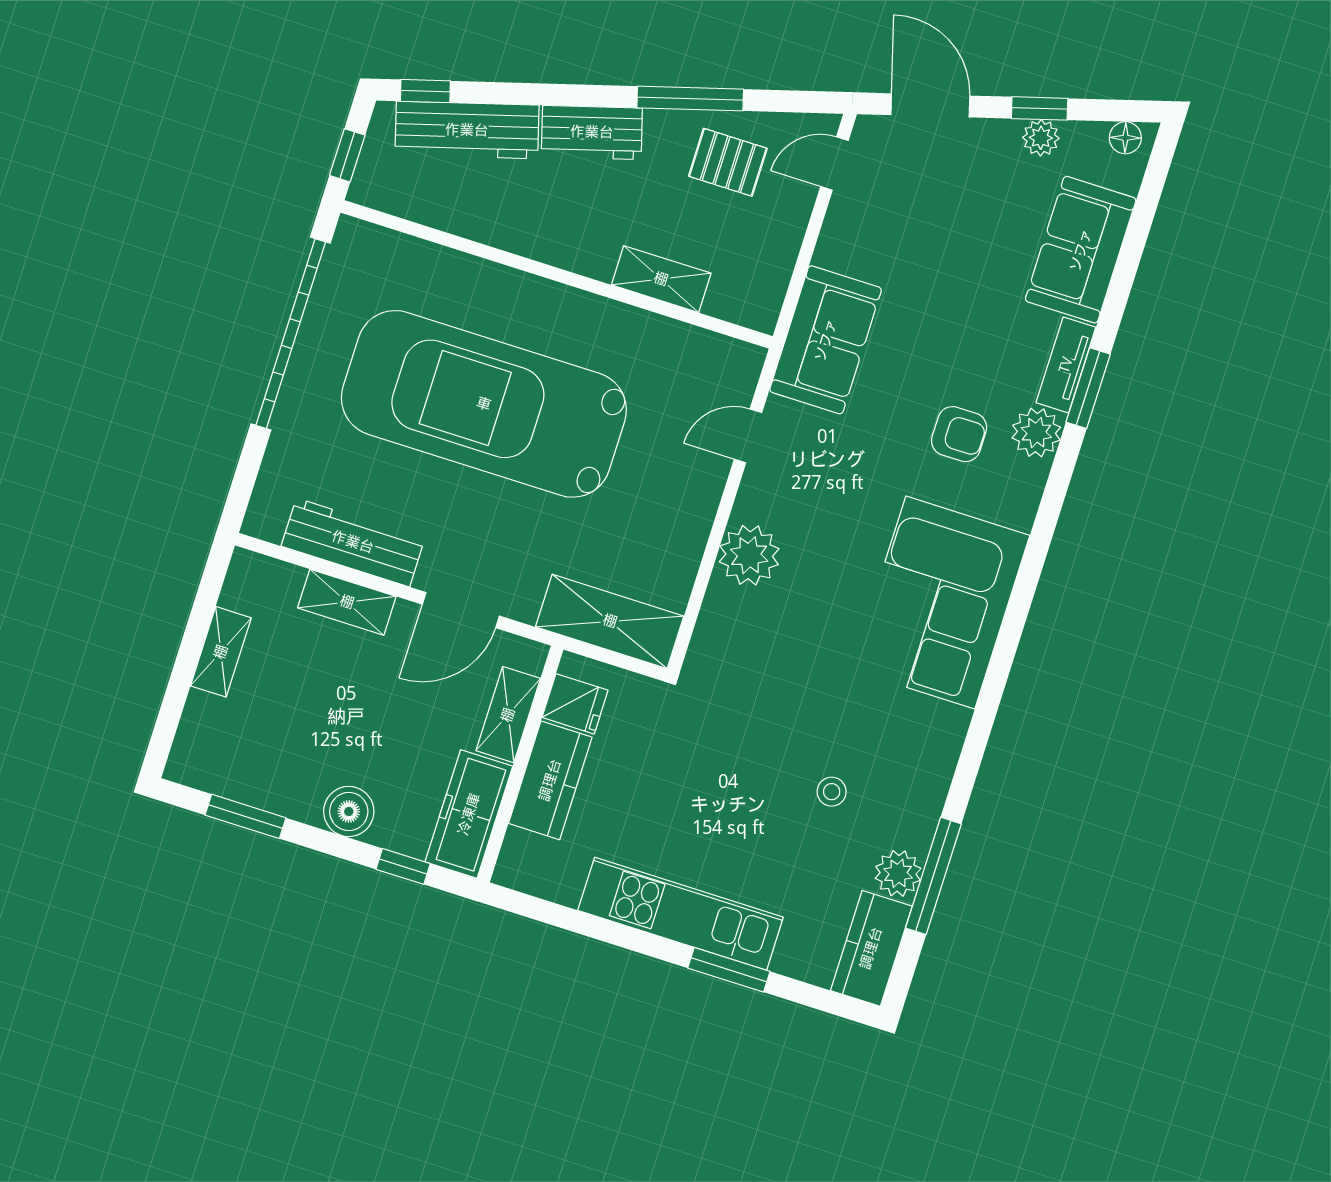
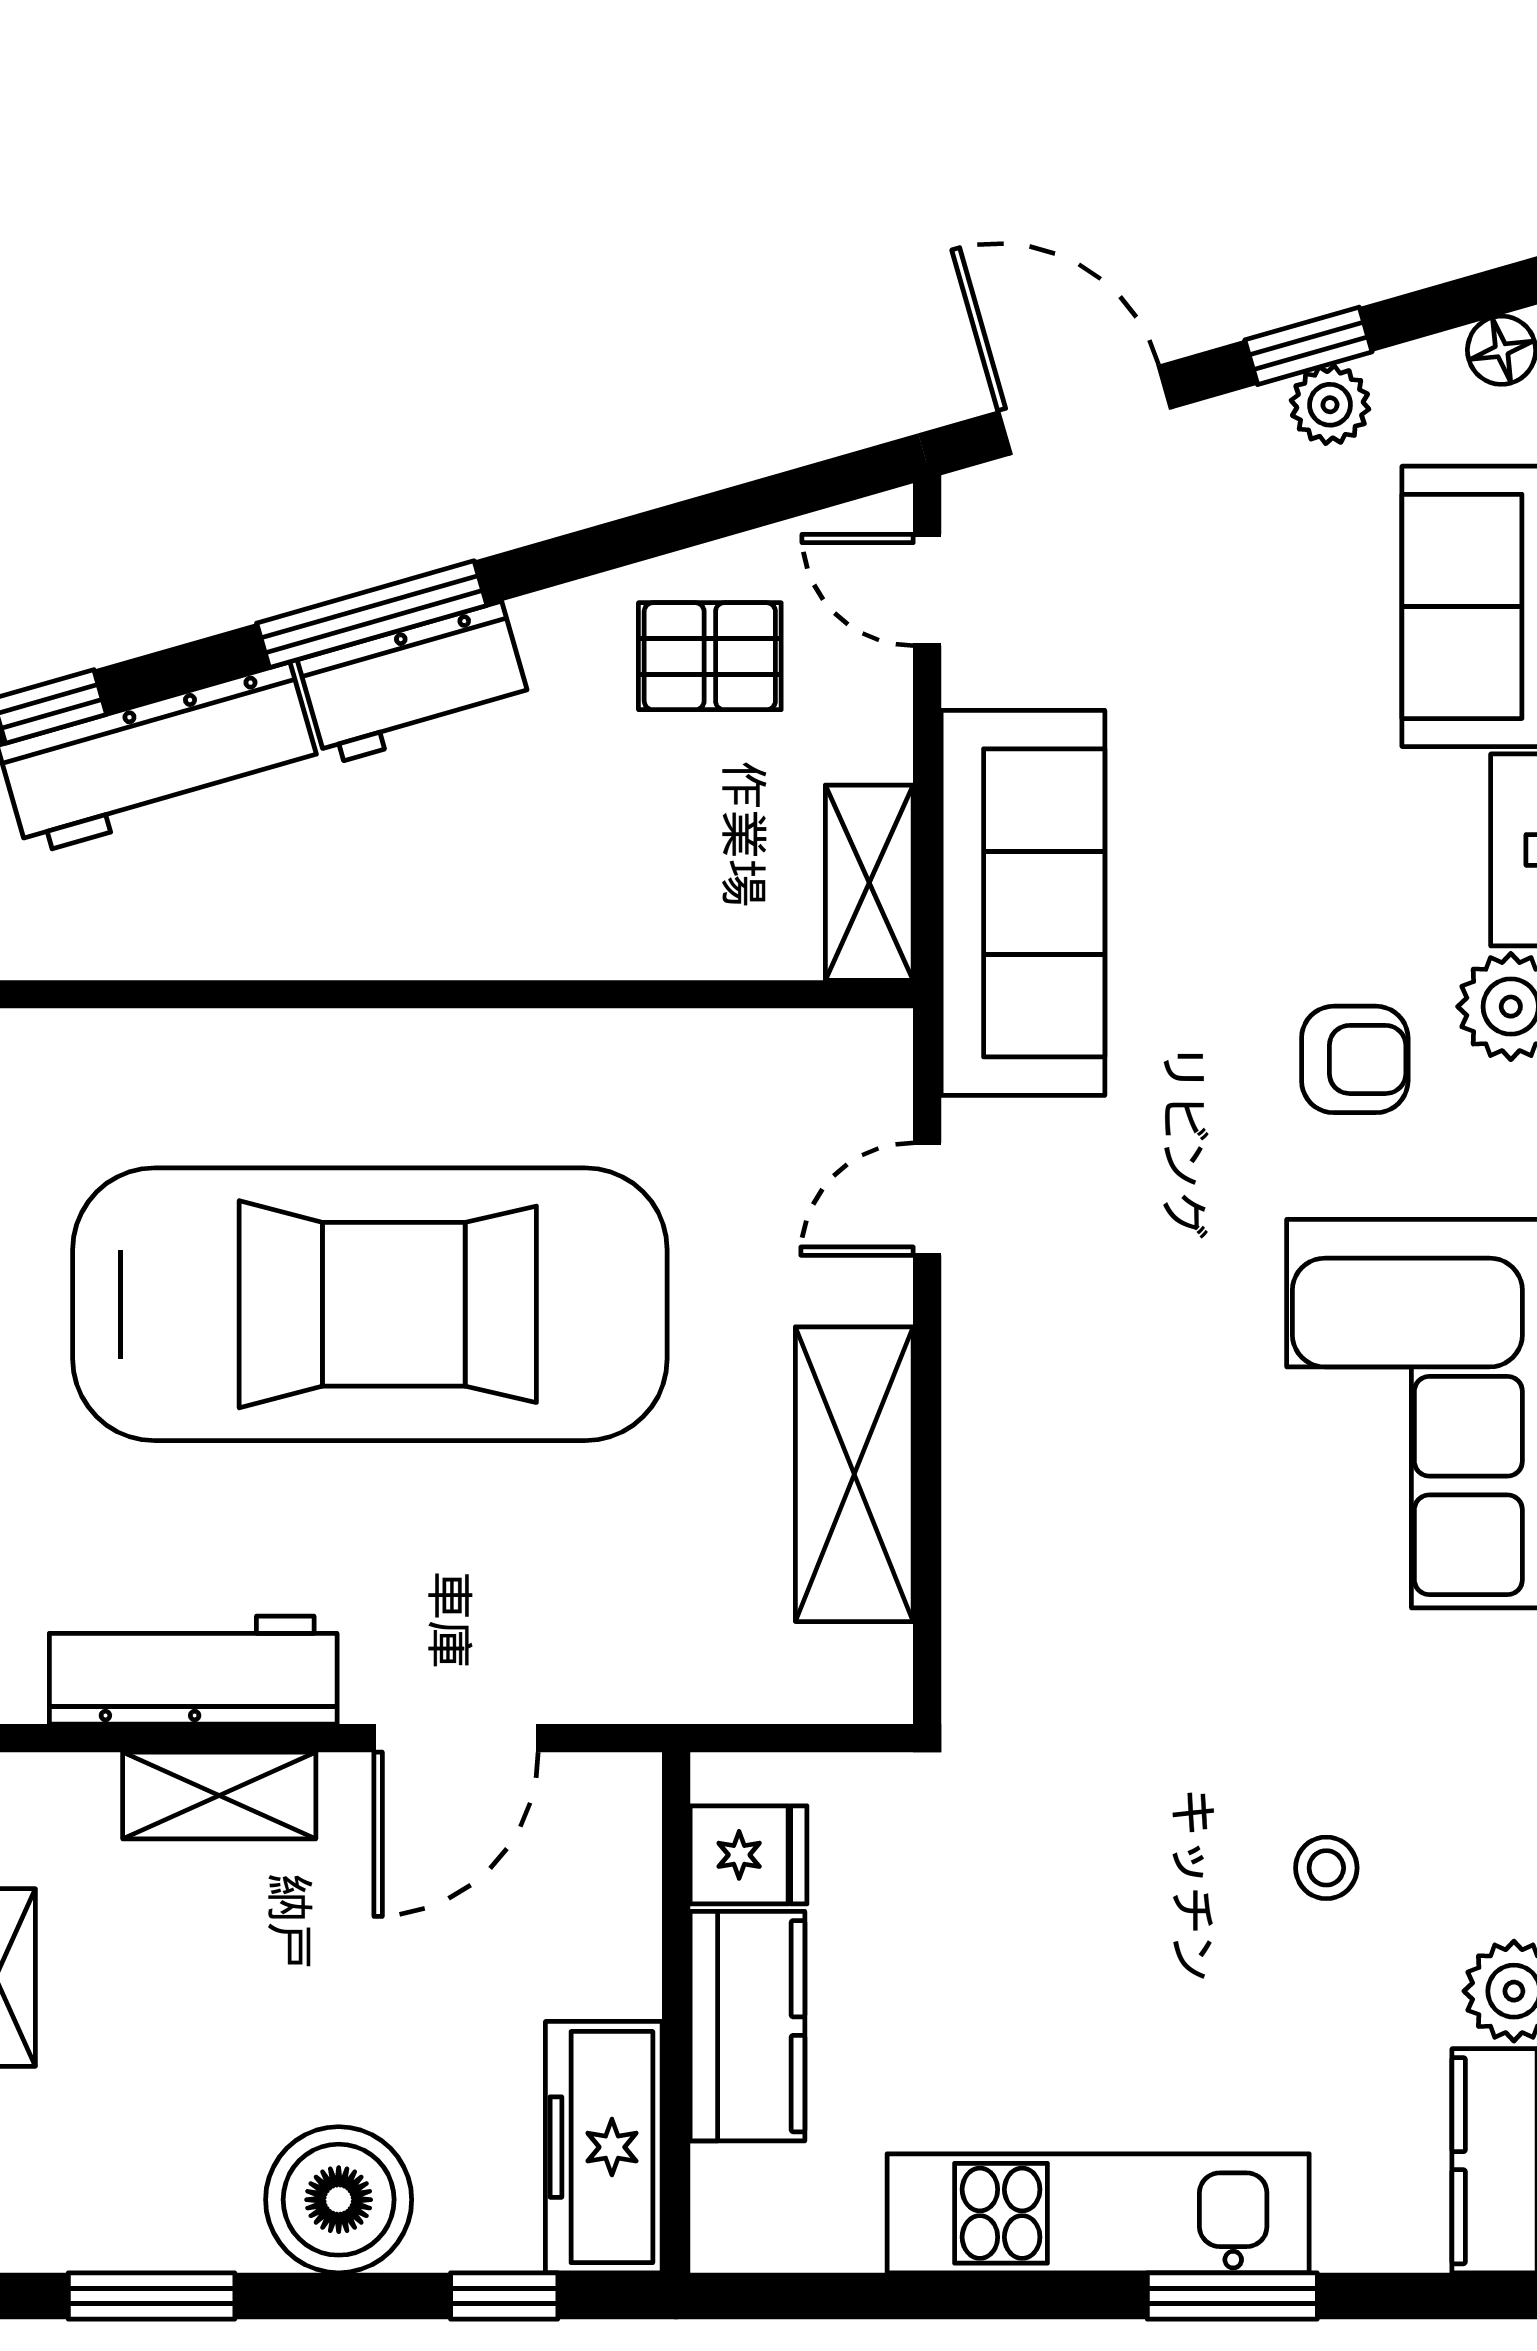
window: (690, 99) -> (372, 614), moved
door: (834, 163) -> (927, 590), hinge flipped
shelving: (661, 279) -> (869, 883), moved, turned 90
sofa: (826, 340) -> (1023, 903), width x1.36
car: (484, 404) -> (370, 1304), turned 180
plant: (749, 555) -> (1006, 1441), removed
shelving: (610, 621) -> (854, 1474), moved, turned 90
shelving: (508, 715) -> (620, 1920), removed
boiler: (349, 811) -> (339, 2200), width x1.37, depth x1.37

